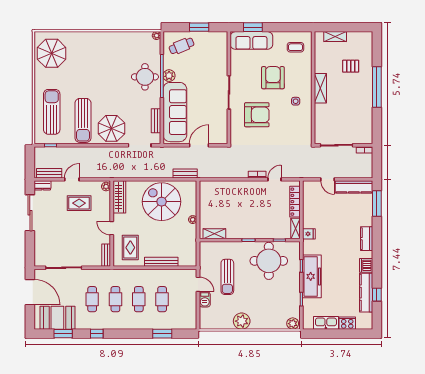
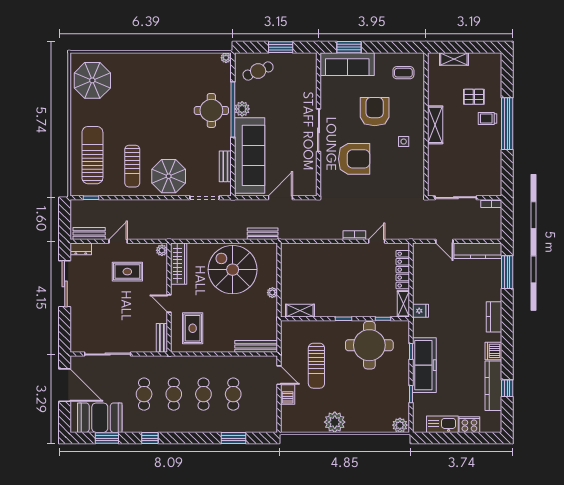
trolley: (361, 83) -> (488, 119), added
sun lounger: (83, 120) -> (132, 166), width x0.73, depth x0.75
bench: (161, 262) -> (256, 346), moved

